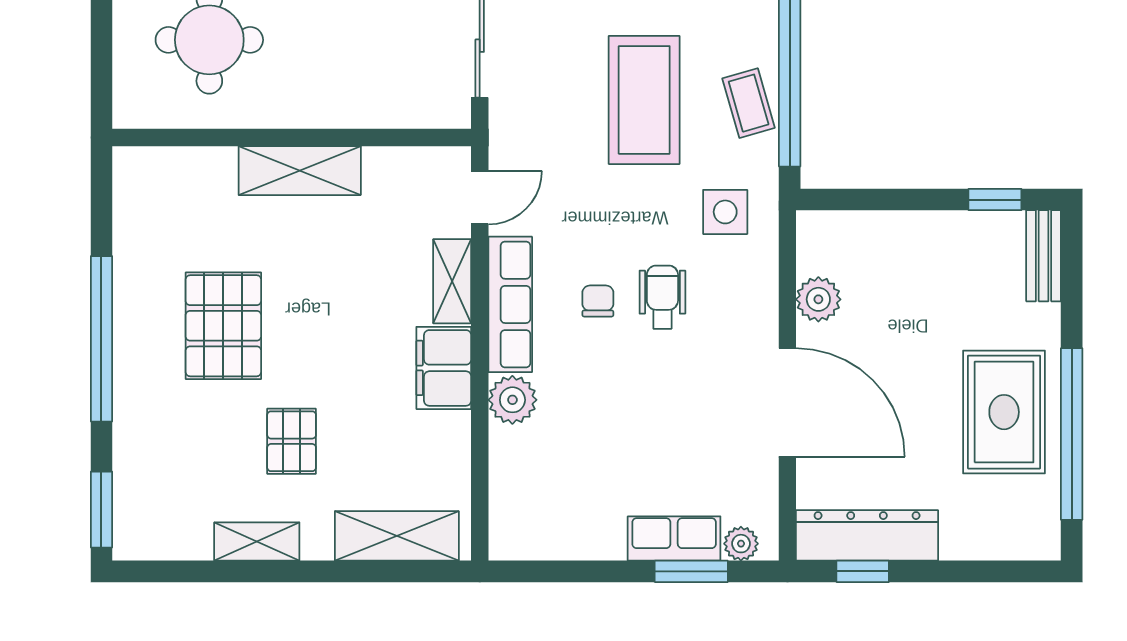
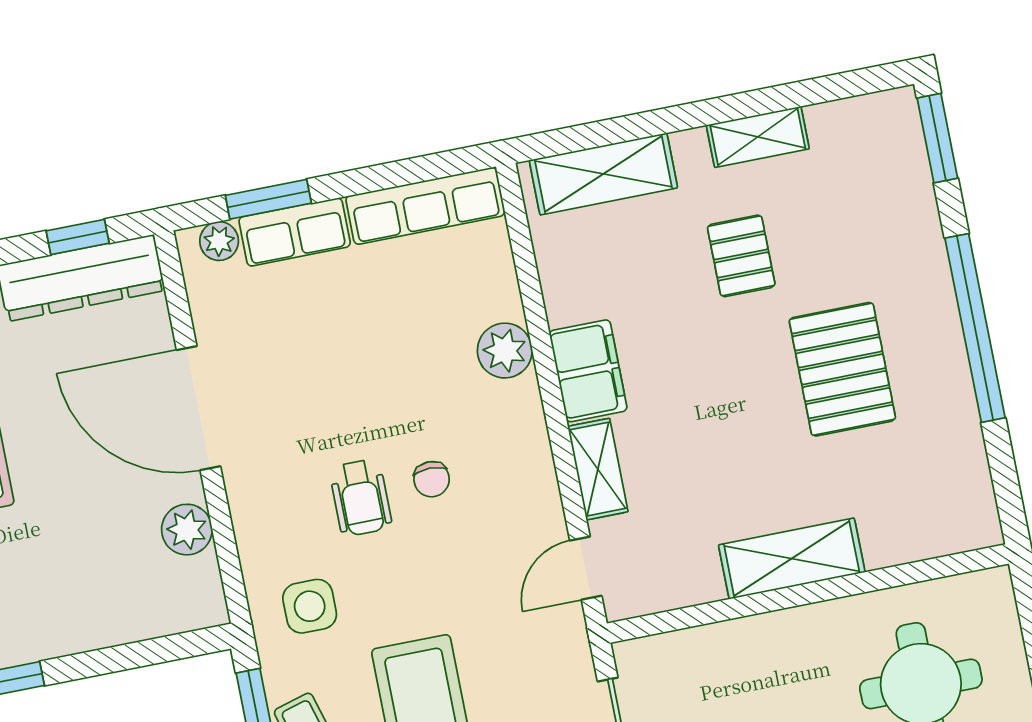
row of seats: (510, 304) -> (425, 206), moved, turned -90

